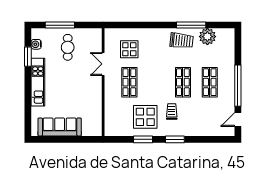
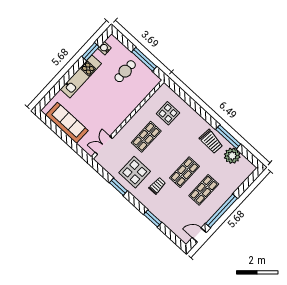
window: (60, 25) -> (144, 59), moved
double door: (103, 64) -> (104, 145), moved
window: (175, 139) -> (153, 218), moved

